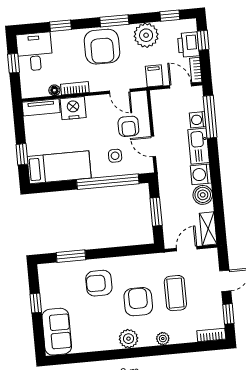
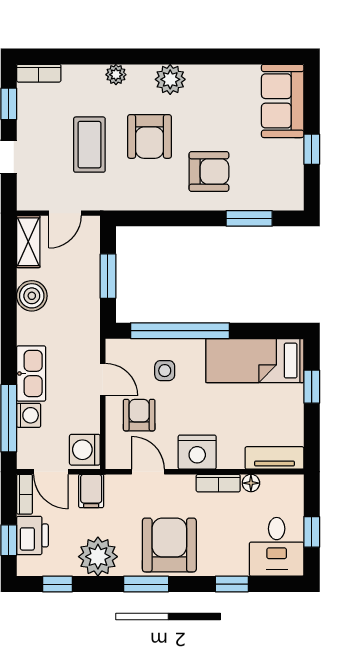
nightstand: (73, 108) -> (197, 452), moved
washing machine: (201, 174) -> (85, 450), moved, turned 180

